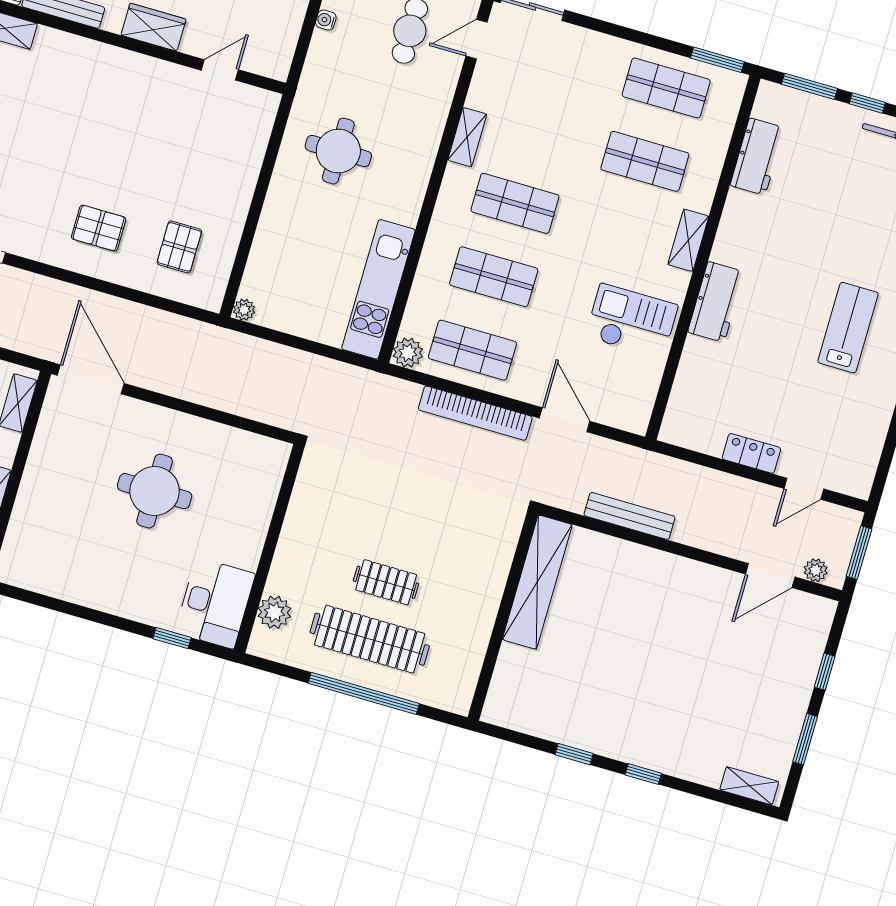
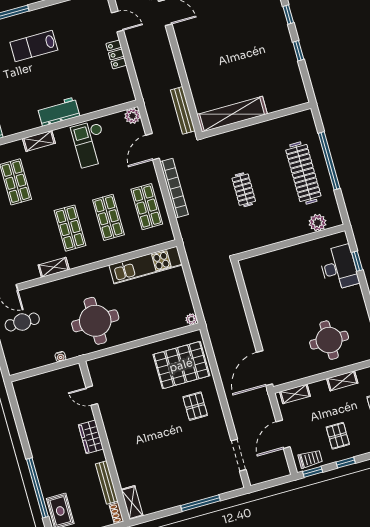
water cooler: (326, 20) -> (60, 357), moved
round table: (338, 151) -> (95, 321), width x1.36, depth x1.36
pallet: (179, 247) -> (181, 365), width x2.05, depth x2.00
plant: (408, 353) -> (133, 116), moved
round table: (155, 491) -> (329, 340), moved
bench: (629, 516) -> (183, 110), moved
clothes rail: (386, 582) -> (244, 190), moved
desk: (215, 603) -> (339, 268), moved, turned 90

